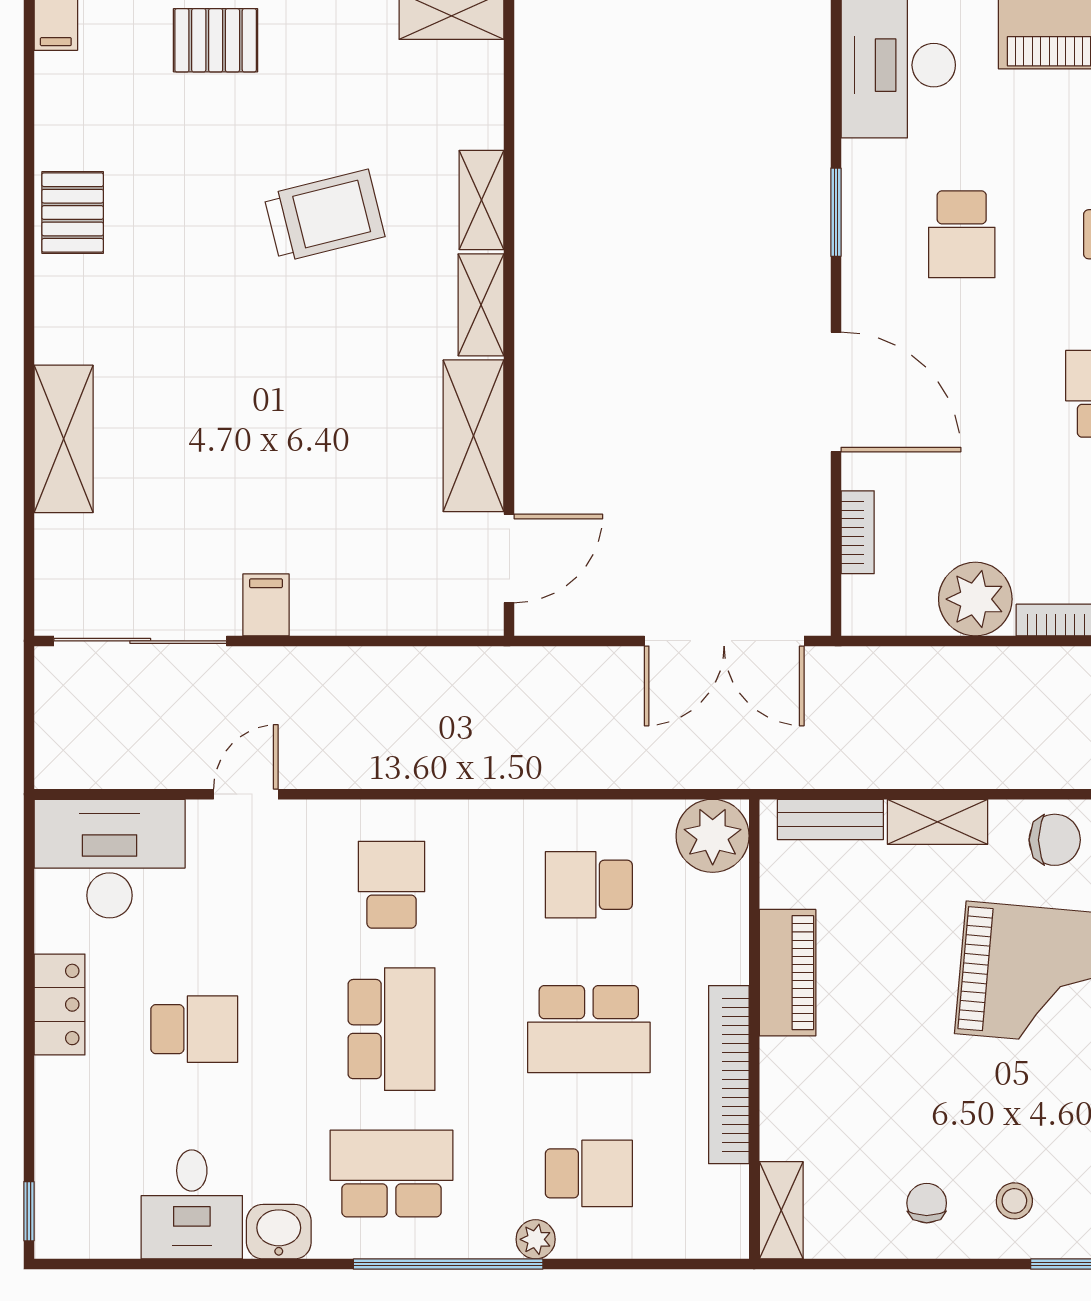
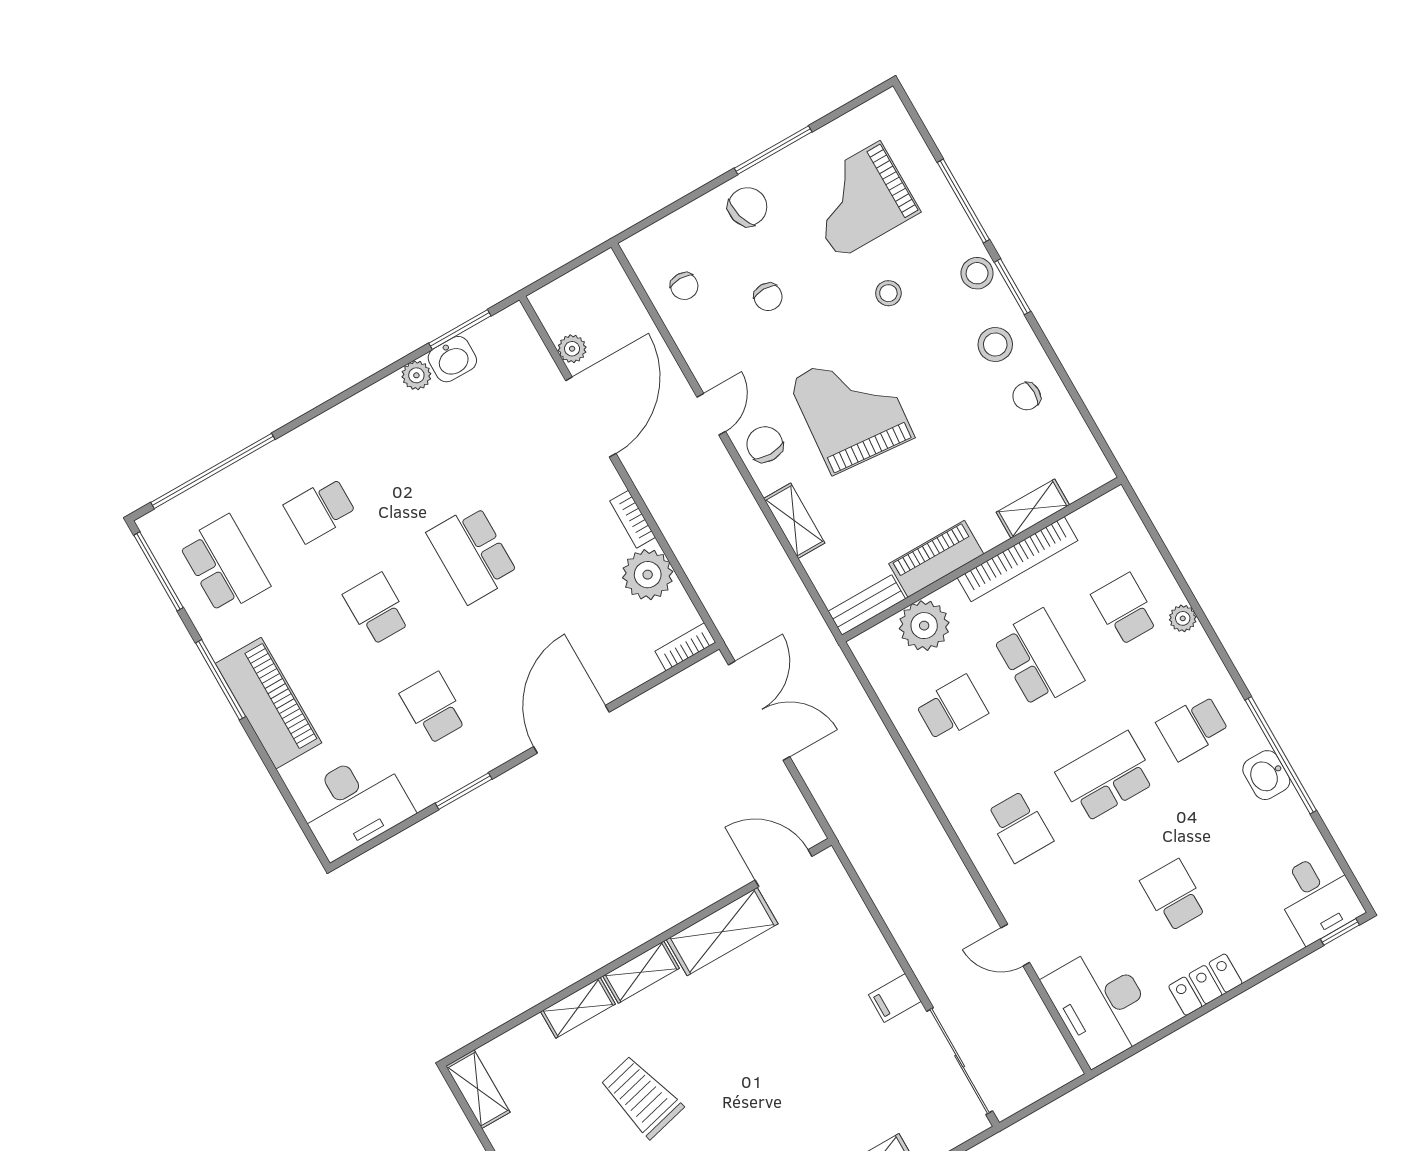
school desk: (962, 234) -> (434, 708), turned -90
bookcase: (858, 532) -> (685, 647), moved
bench: (830, 819) -> (867, 605), moved, turned 90
plant: (713, 836) -> (924, 626), moved
school desk: (392, 885) -> (1020, 827), turned -90
school desk: (589, 885) -> (952, 708), turned -90
school desk: (392, 1173) -> (1193, 727), width x0.54
stool: (1014, 1201) -> (995, 344), width x1.37, depth x1.37
desk: (192, 1204) -> (1318, 897), moved, turned 90
shelving: (781, 1210) -> (1033, 509), moved
window: (448, 1264) -> (1281, 755), moved

